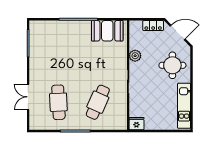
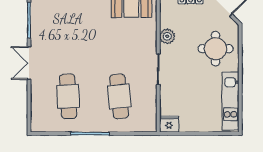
double door: (28, 97) -> (29, 63), moved
cafe table: (98, 102) -> (119, 96), turned -30

